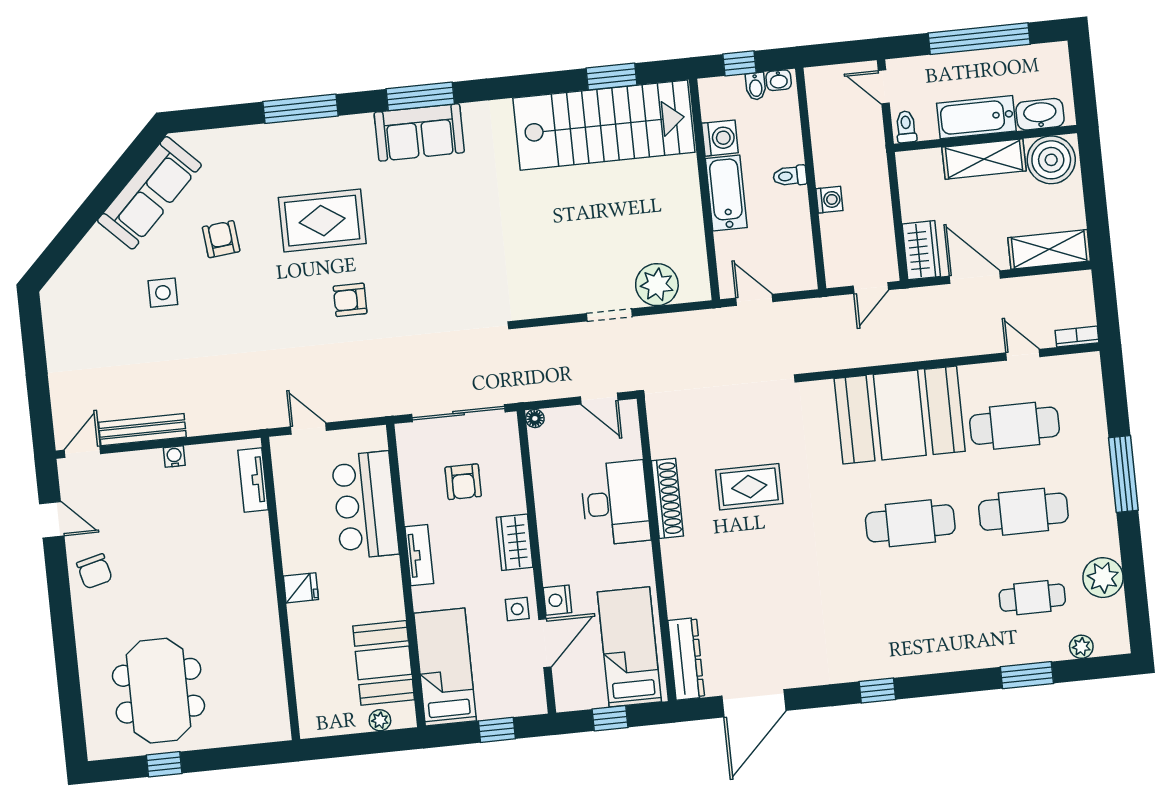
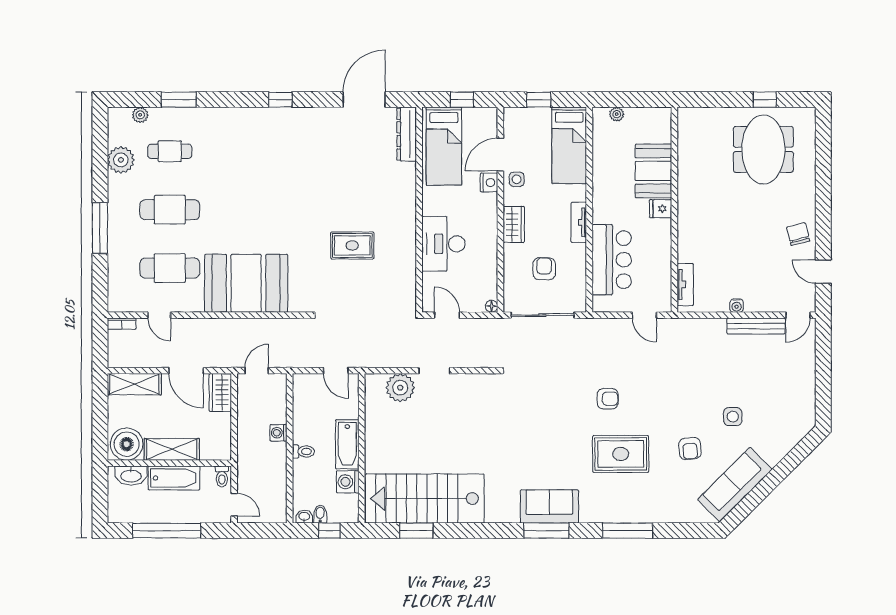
shoe rack: (667, 498) -> (408, 243), removed
cafe table: (910, 523) -> (247, 210), removed
booth: (384, 663) -> (653, 171), moved

